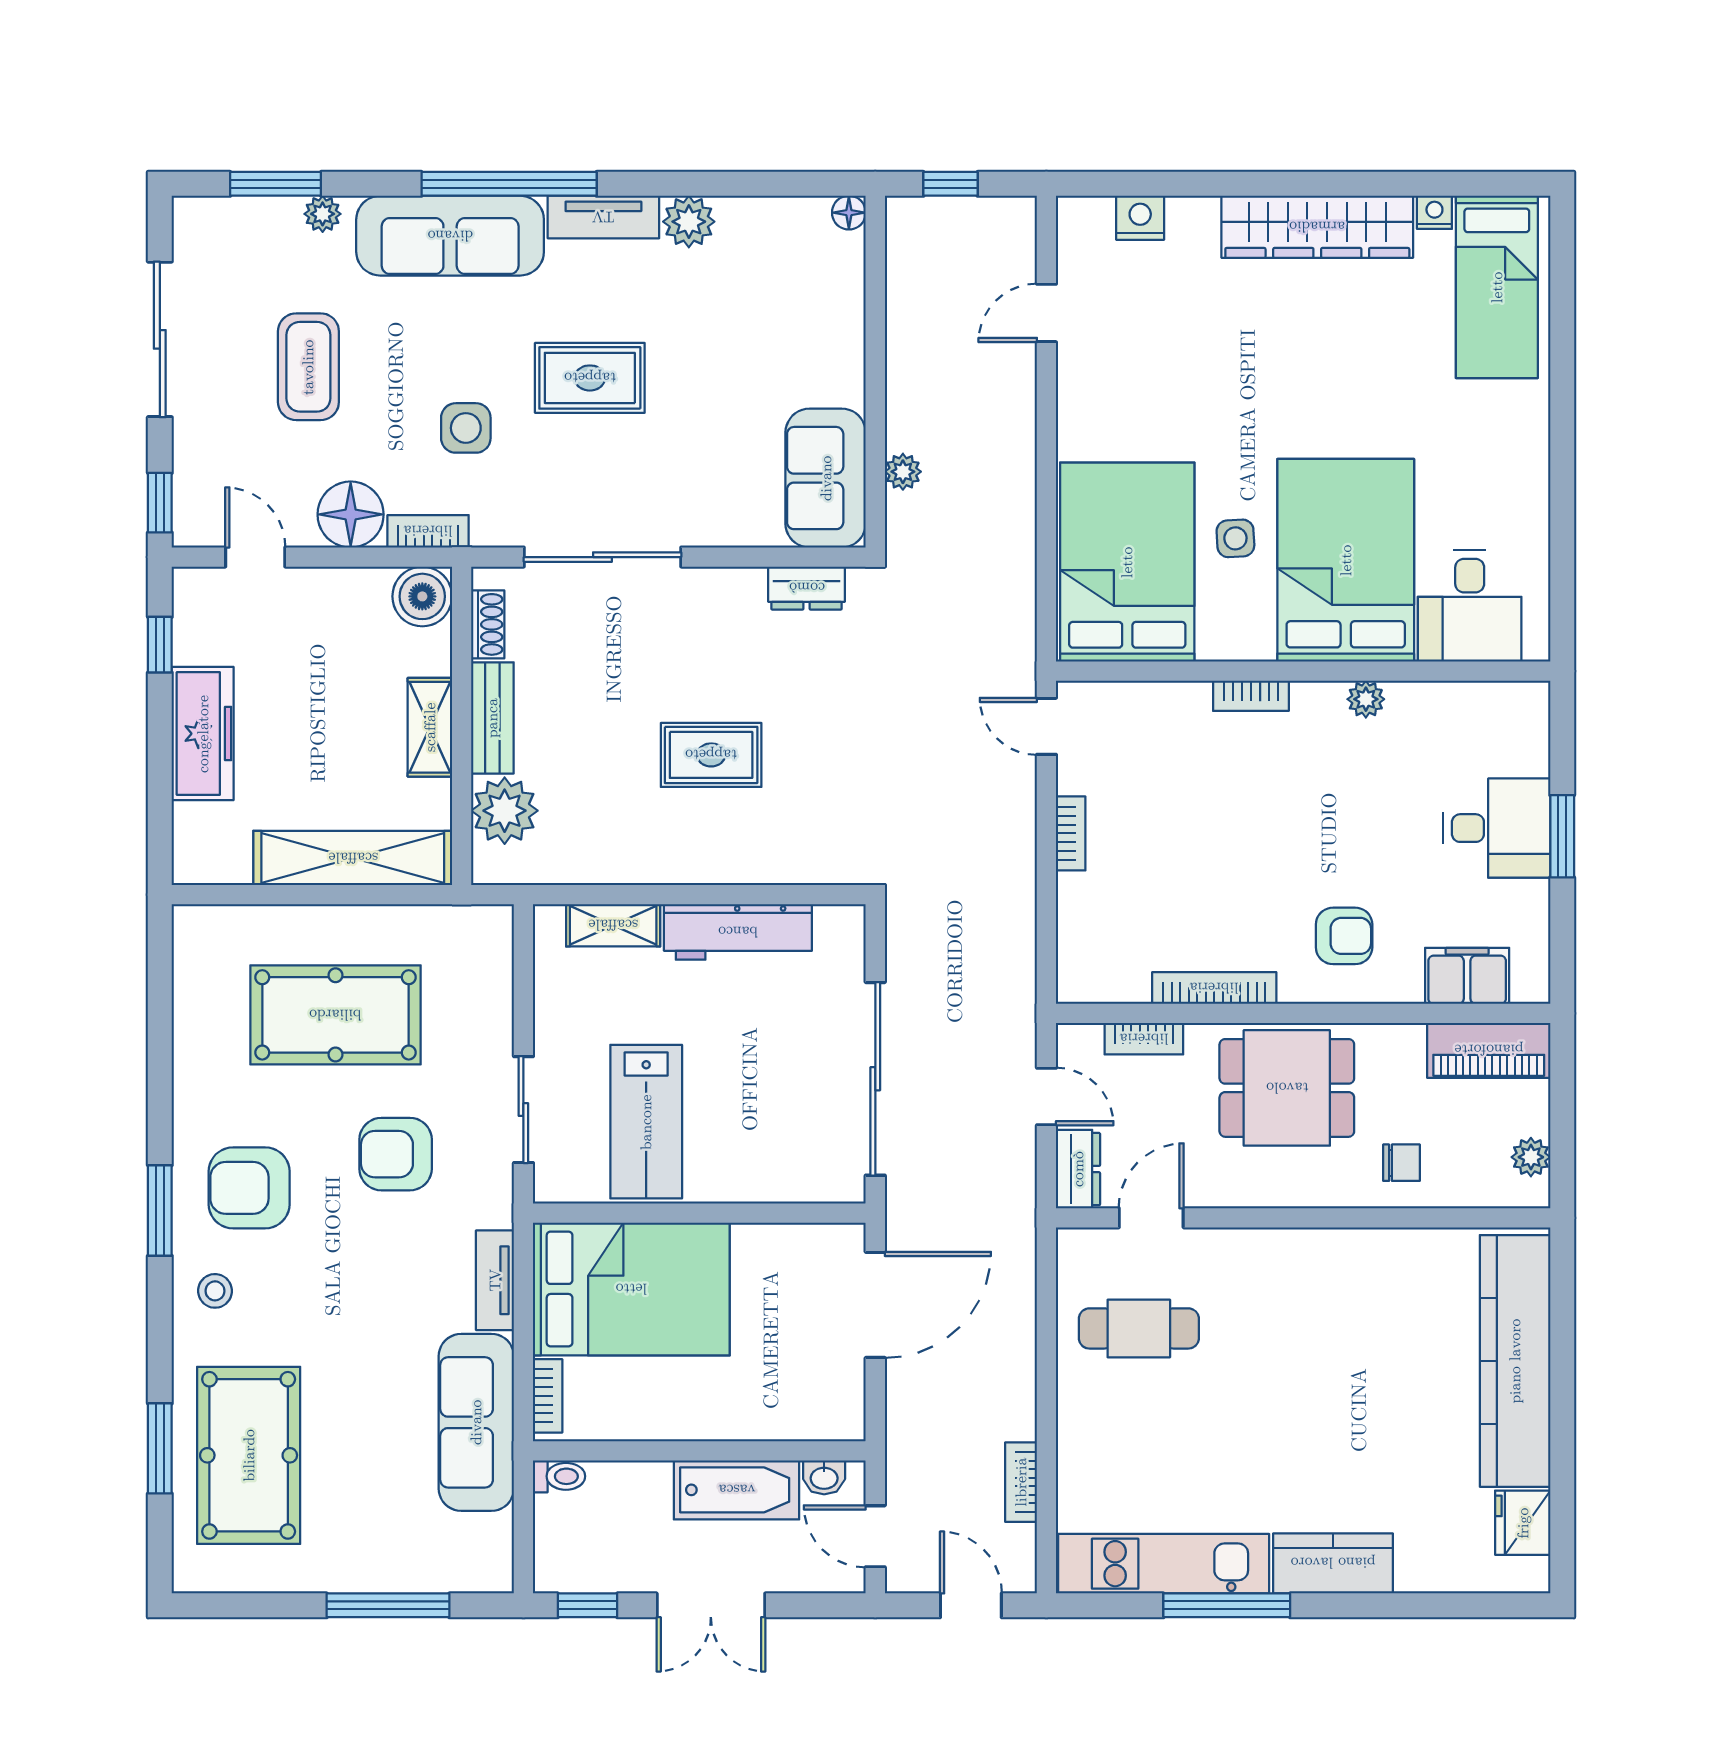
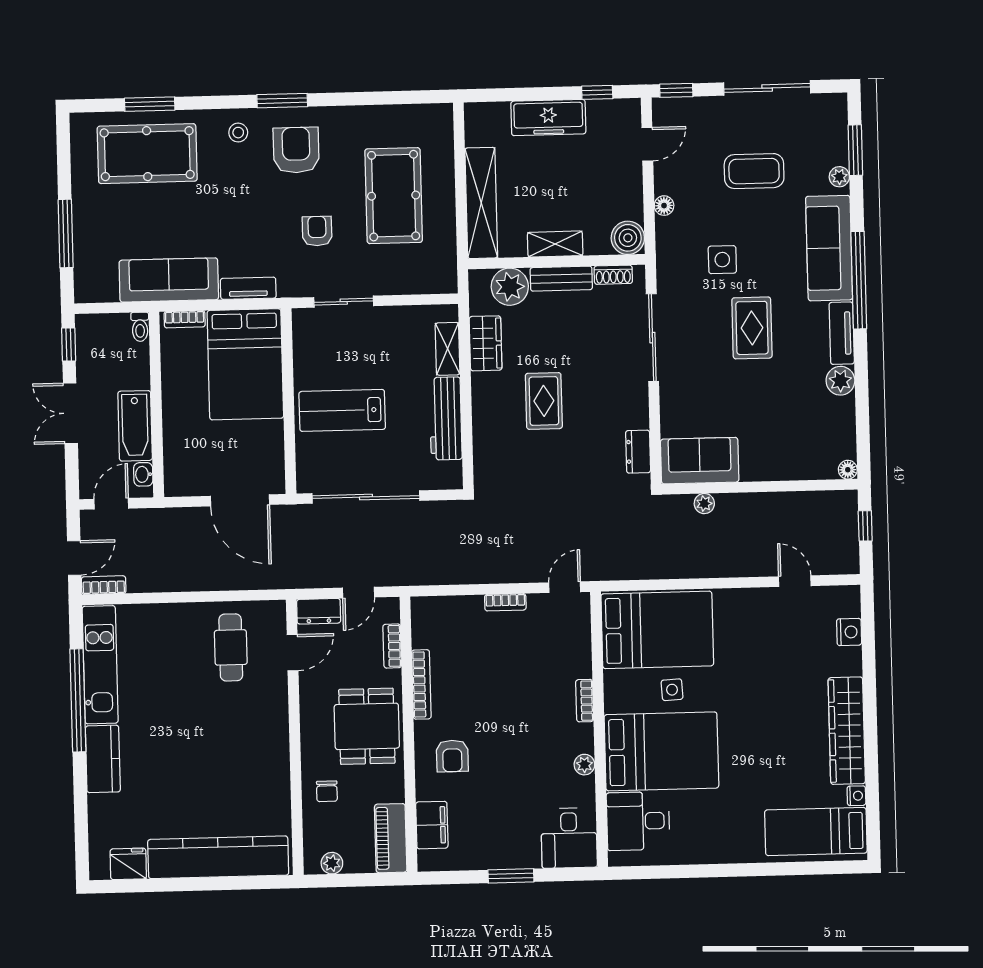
floor lamp: (351, 514) -> (664, 206), width x0.53, depth x0.53
bookcase: (428, 531) -> (664, 240), removed
desk: (1497, 828) -> (569, 838), moved
wardrobe: (605, 857) -> (486, 343), added
lab bench: (646, 1122) -> (342, 410), moved
armchair: (396, 1154) -> (317, 231), width x0.72, depth x0.72
door: (1151, 1218) -> (293, 653), hinge flipped
bookcase: (1021, 1482) -> (104, 585), moved
window: (1227, 1605) -> (78, 700), width x1.46

